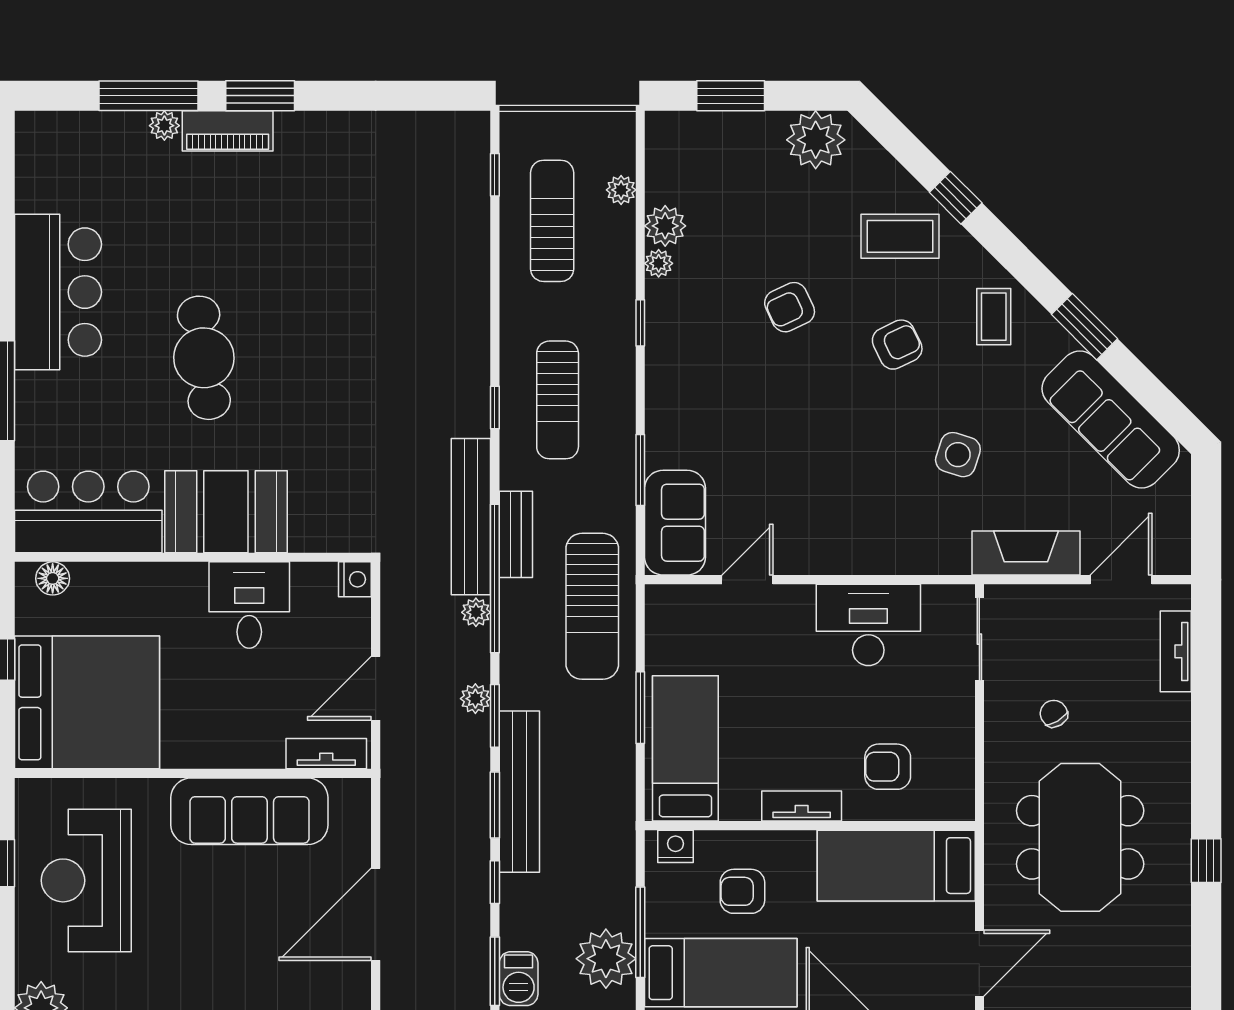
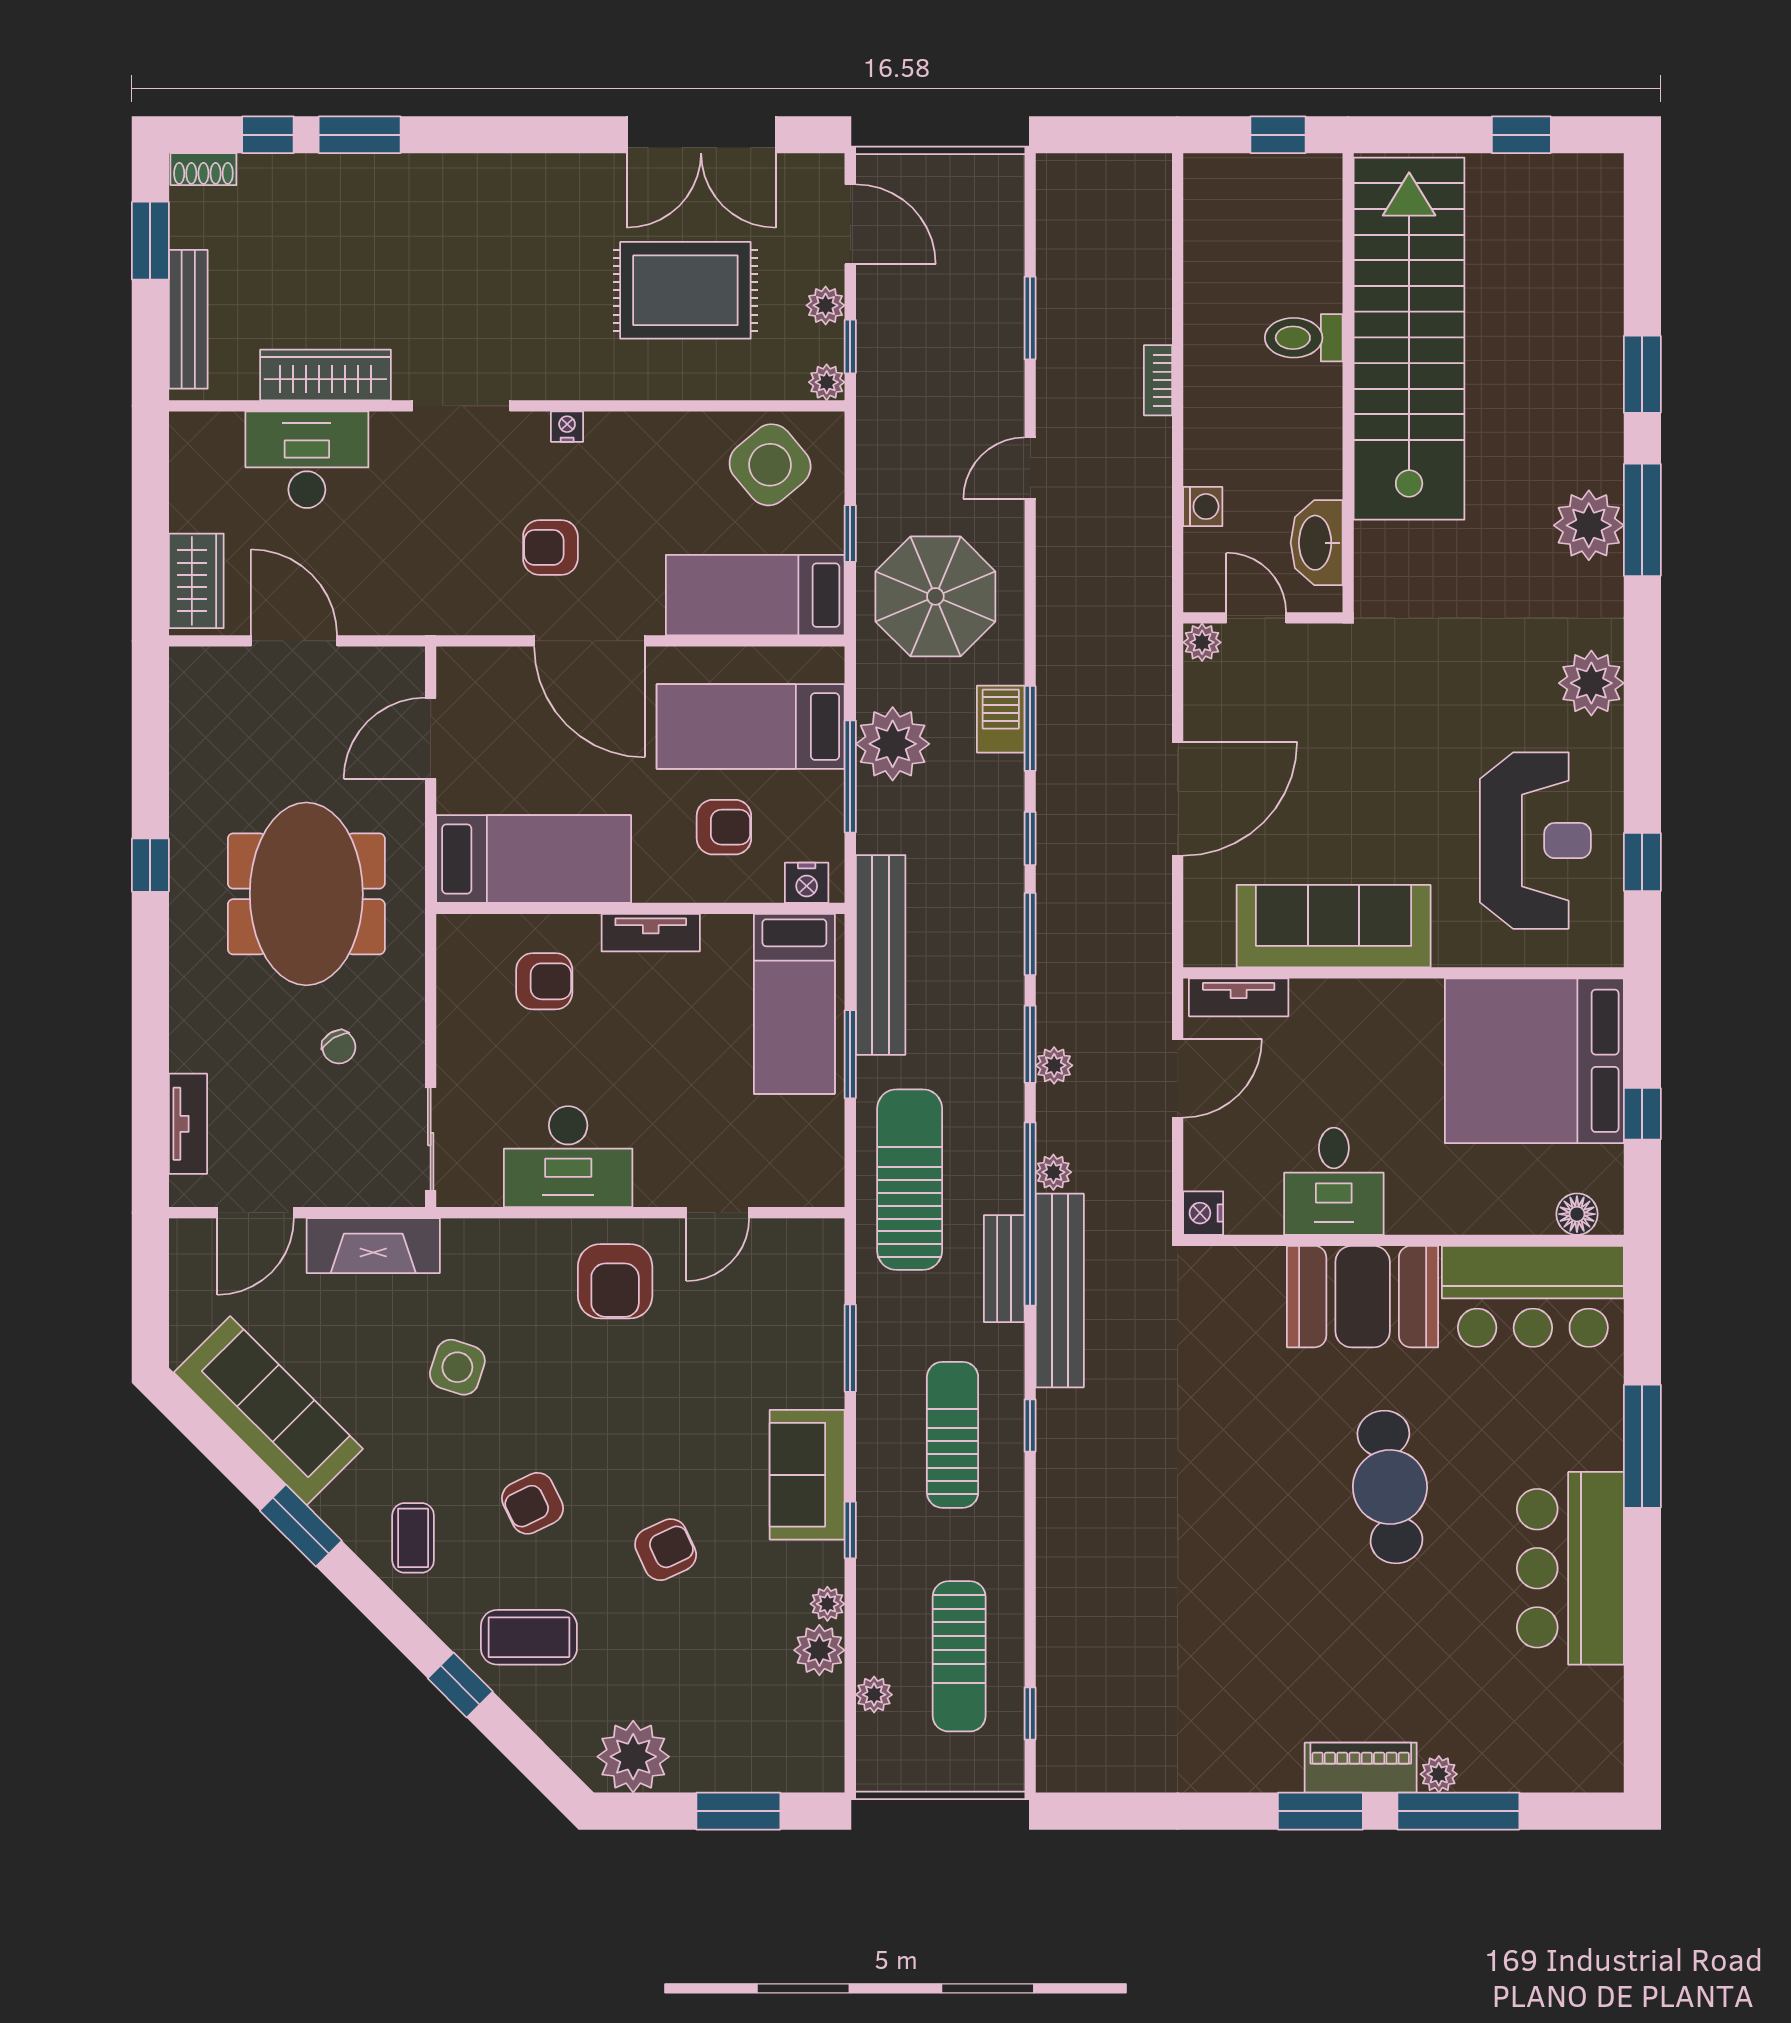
sofa: (675, 523) -> (807, 1475), moved
armchair: (830, 524) -> (615, 1281), added
bench: (519, 792) -> (881, 955), moved

